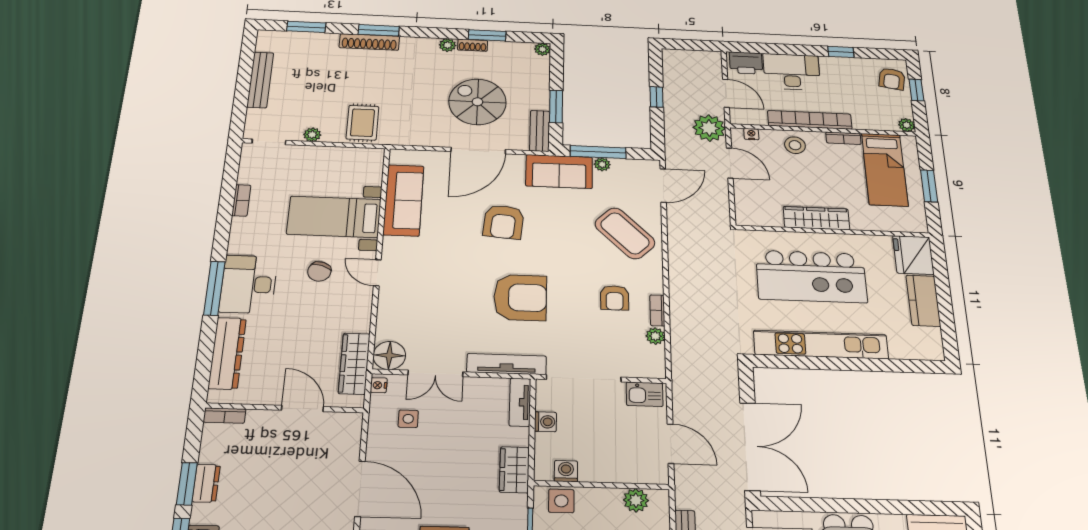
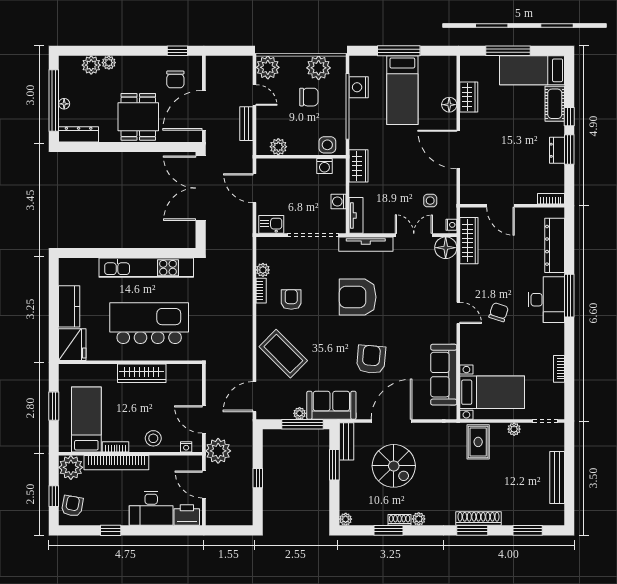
bookcase: (810, 120) -> (116, 463), moved
plant: (907, 125) -> (71, 467), width x1.88, depth x1.88
bed with nightstands: (334, 217) -> (492, 392), moved

